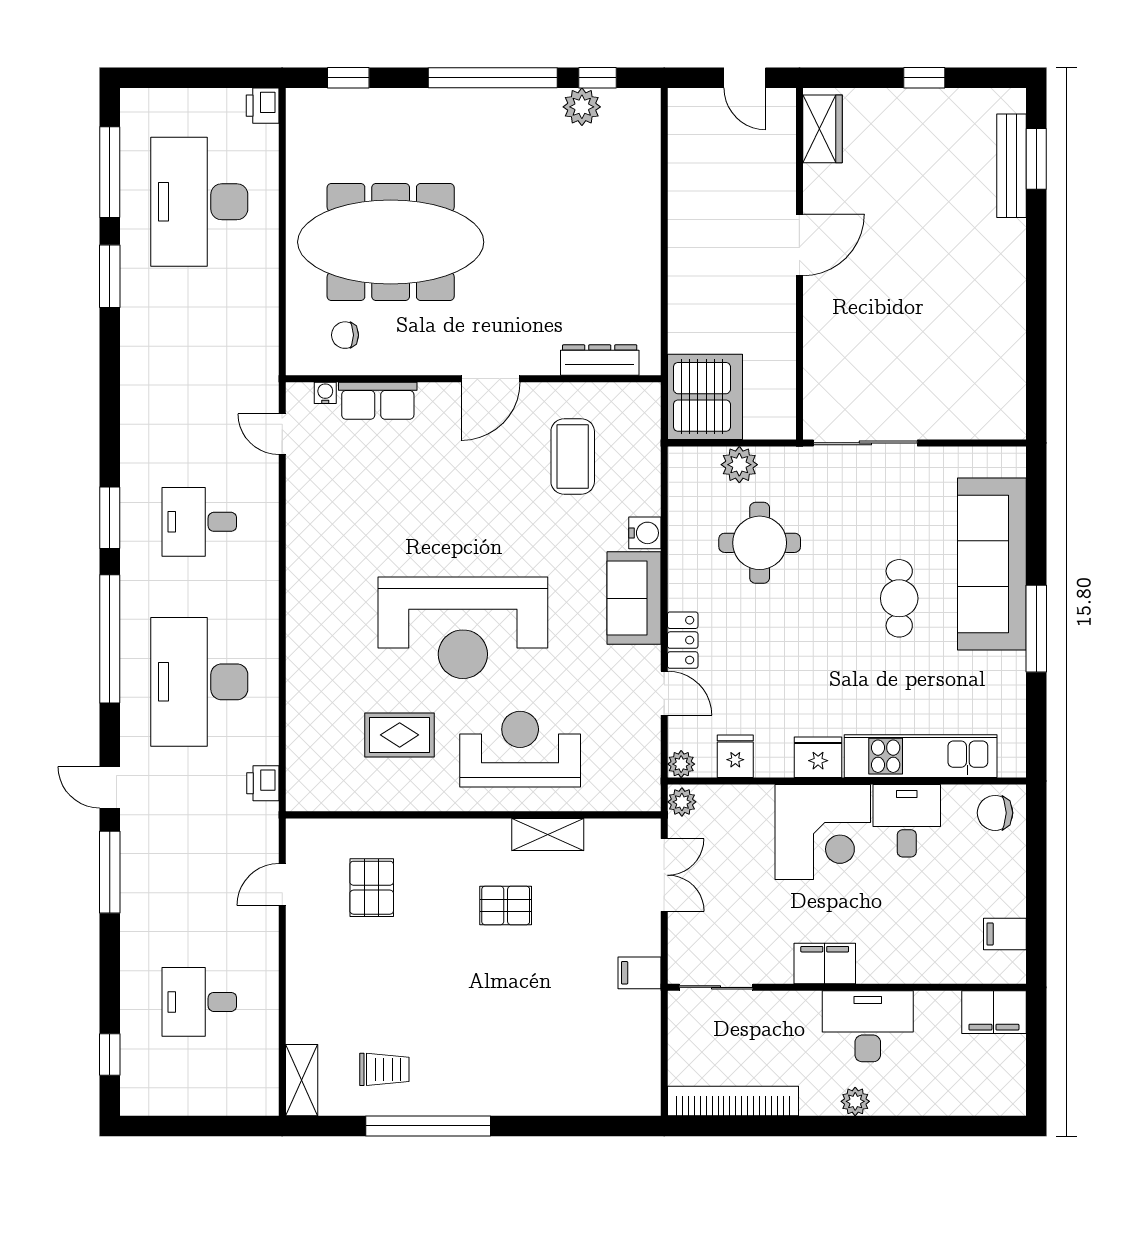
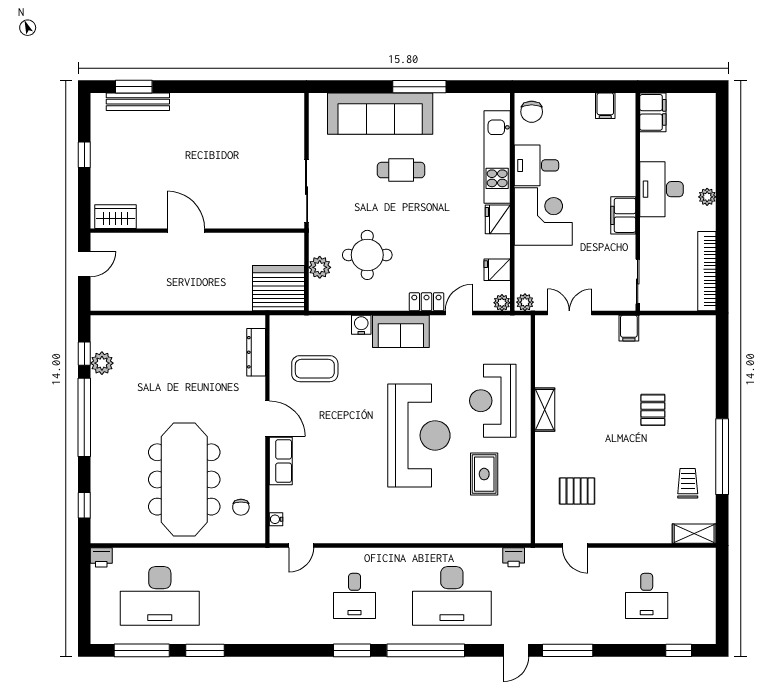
row of seats: (378, 401) -> (281, 461), moved
shelving: (548, 834) -> (545, 410), moved
pallet: (506, 905) -> (653, 410), moved

